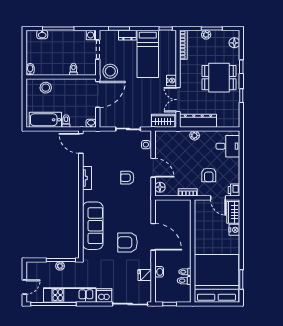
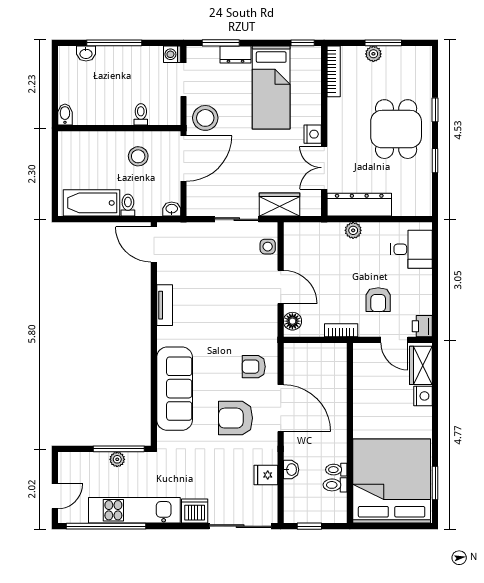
floor lamp: (234, 43) -> (423, 68), removed
dining table: (219, 78) -> (396, 129), turned 90
stool: (46, 88) -> (138, 156), moved
wardrobe: (163, 121) -> (279, 205), moved
armchair: (127, 178) -> (254, 367), moved

